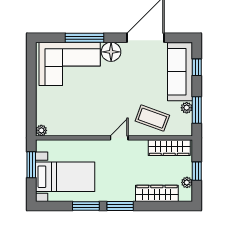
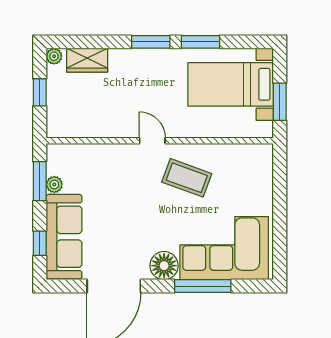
coffee table: (152, 118) -> (187, 178), moved
plant: (41, 130) -> (265, 151), removed
door: (119, 138) -> (152, 141), swing flipped
wardrobe: (169, 148) -> (80, 126), removed
plant: (187, 182) -> (54, 56), moved
wardrobe: (157, 193) -> (87, 60), width x0.67

